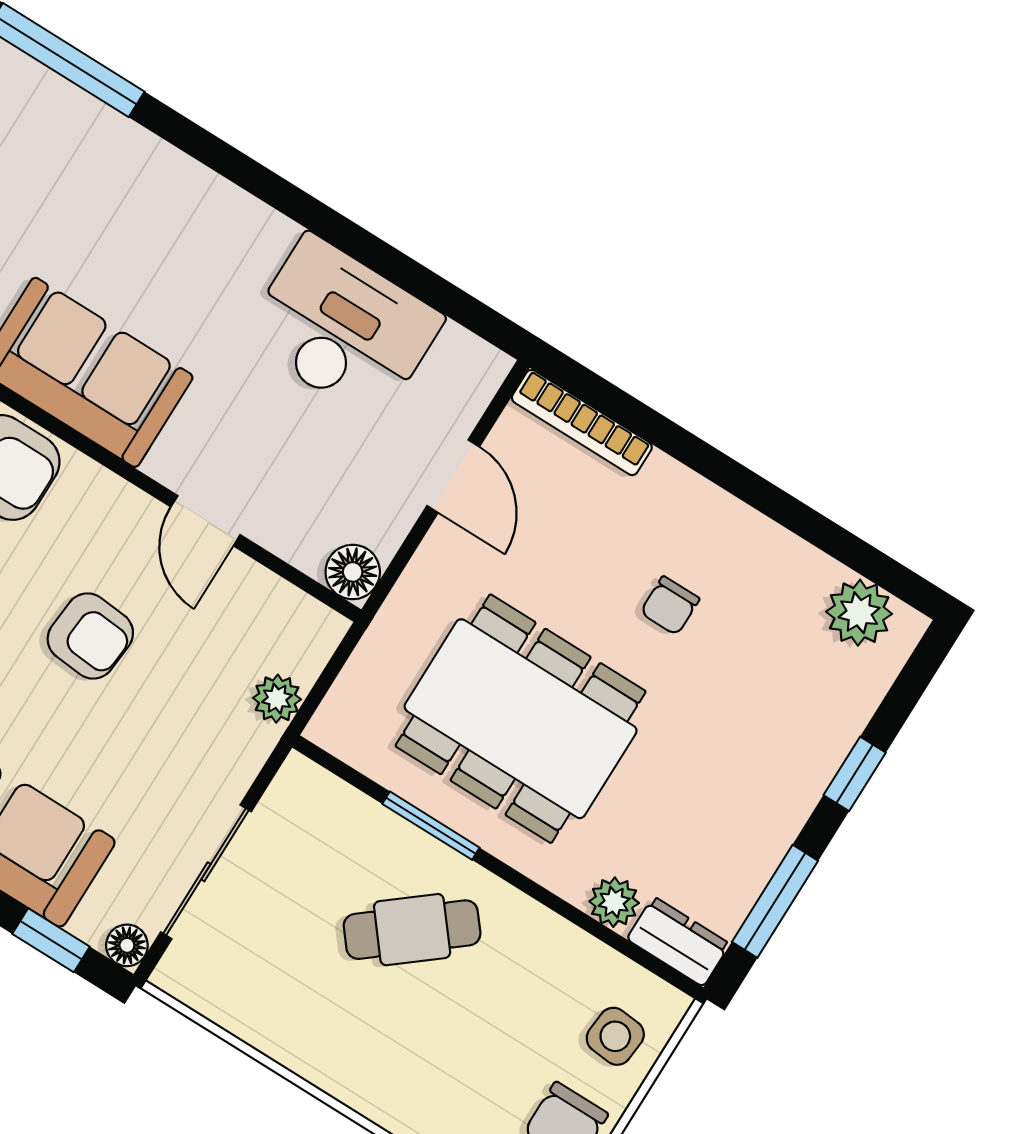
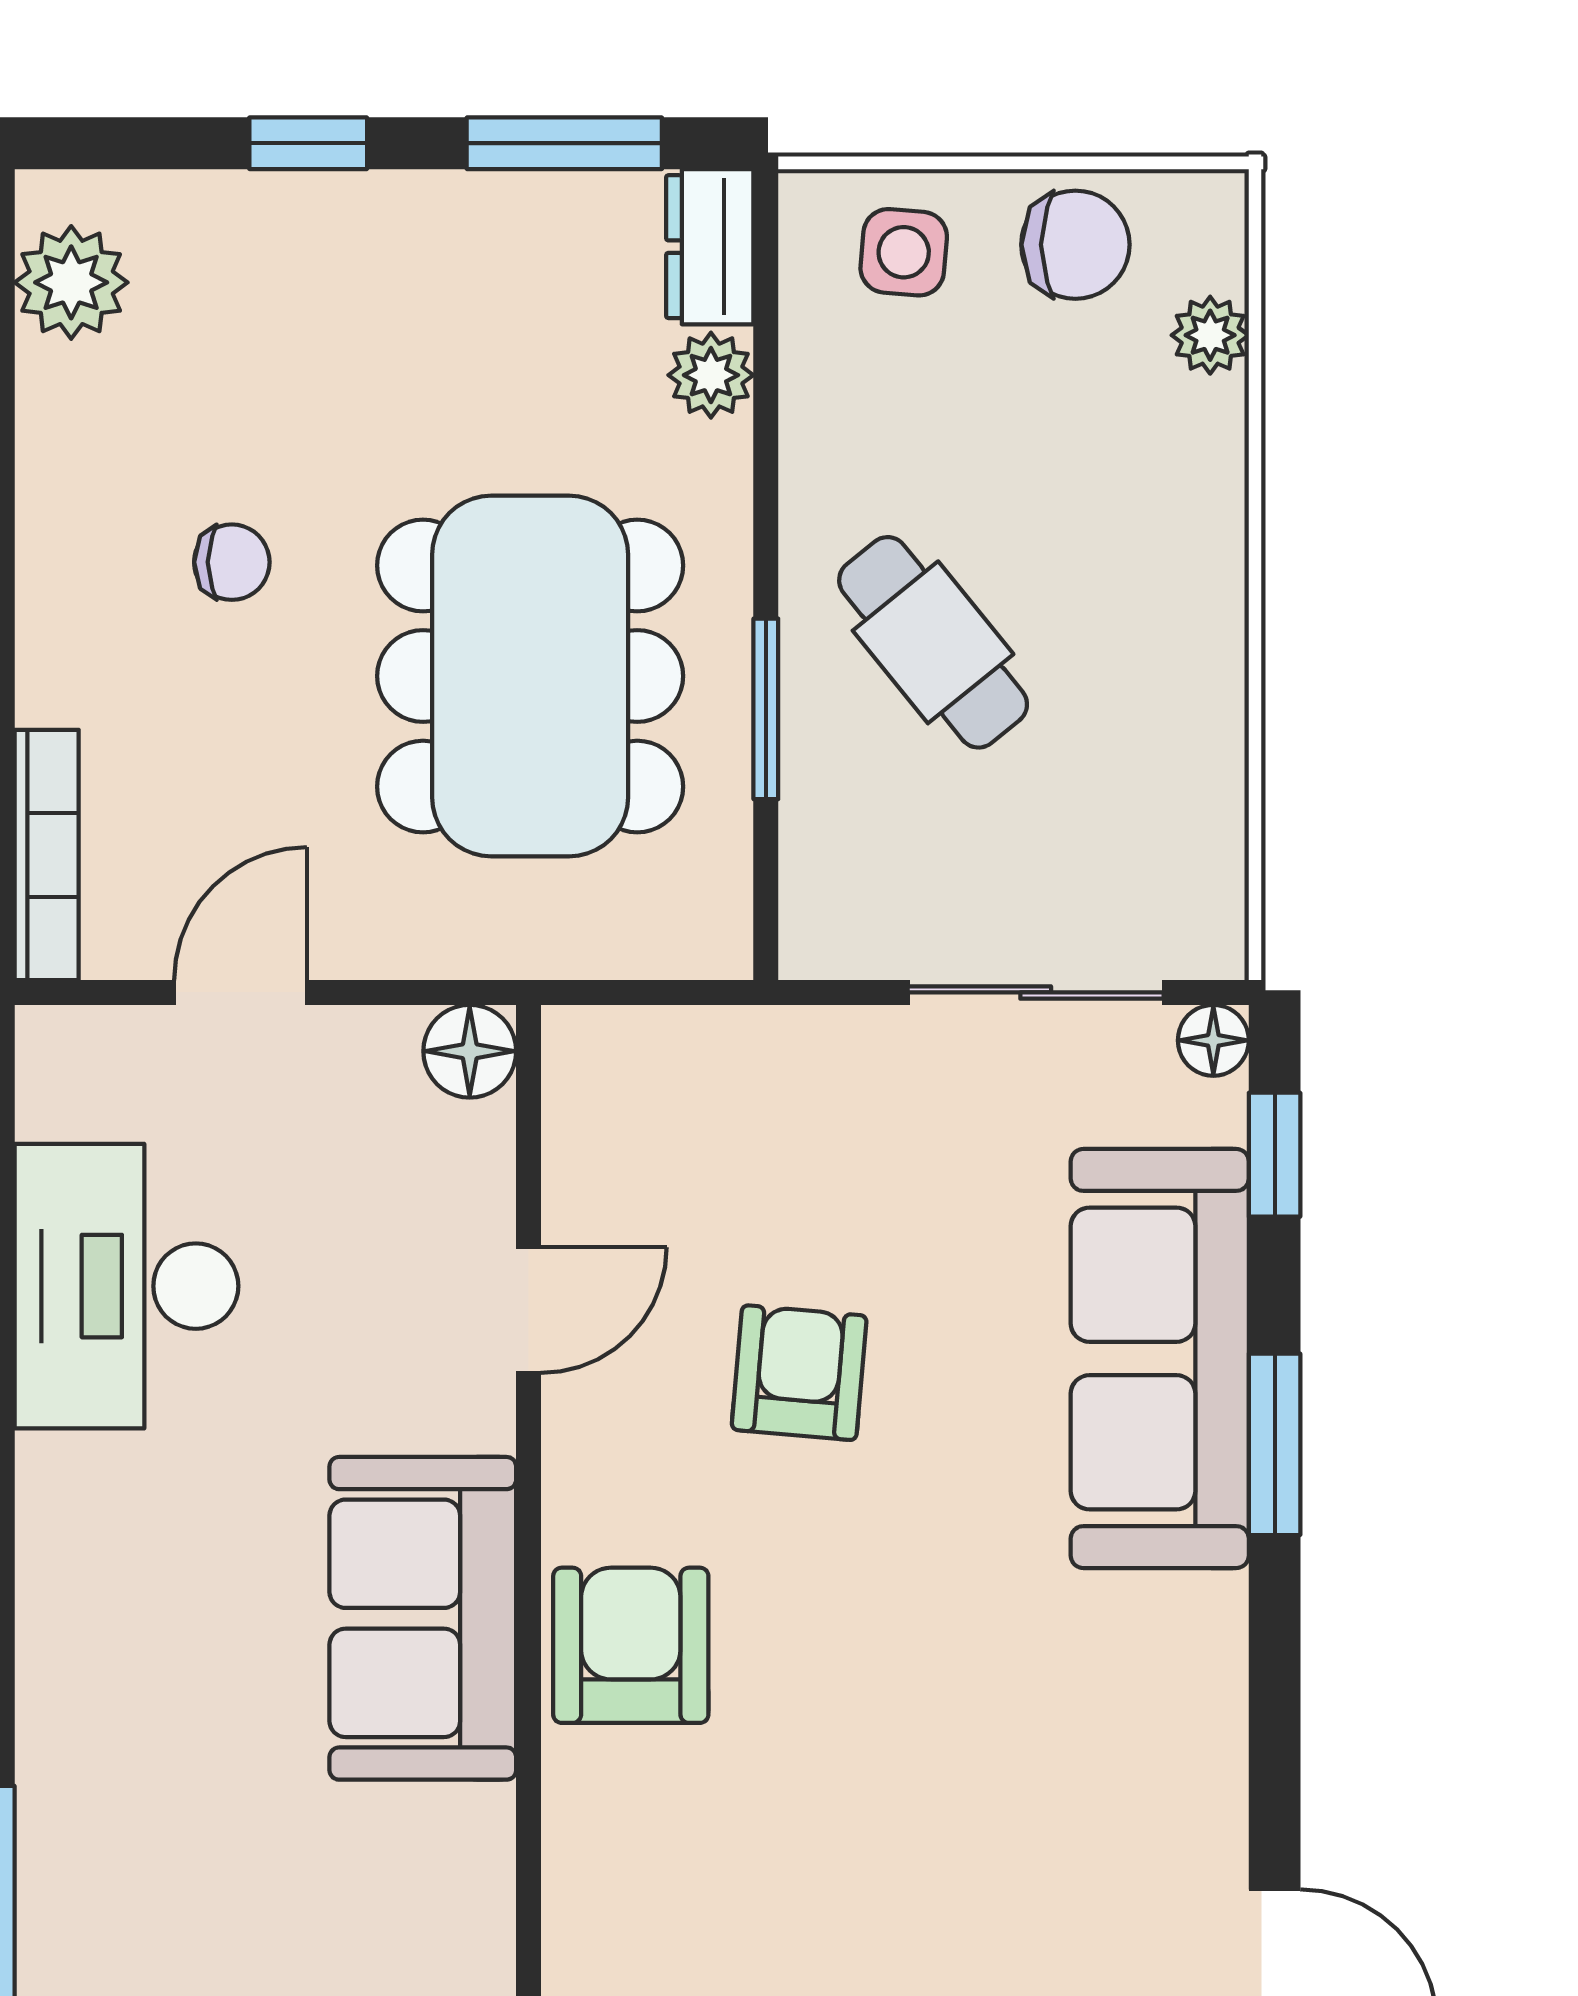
plant: (277, 699) -> (721, 1046), removed

